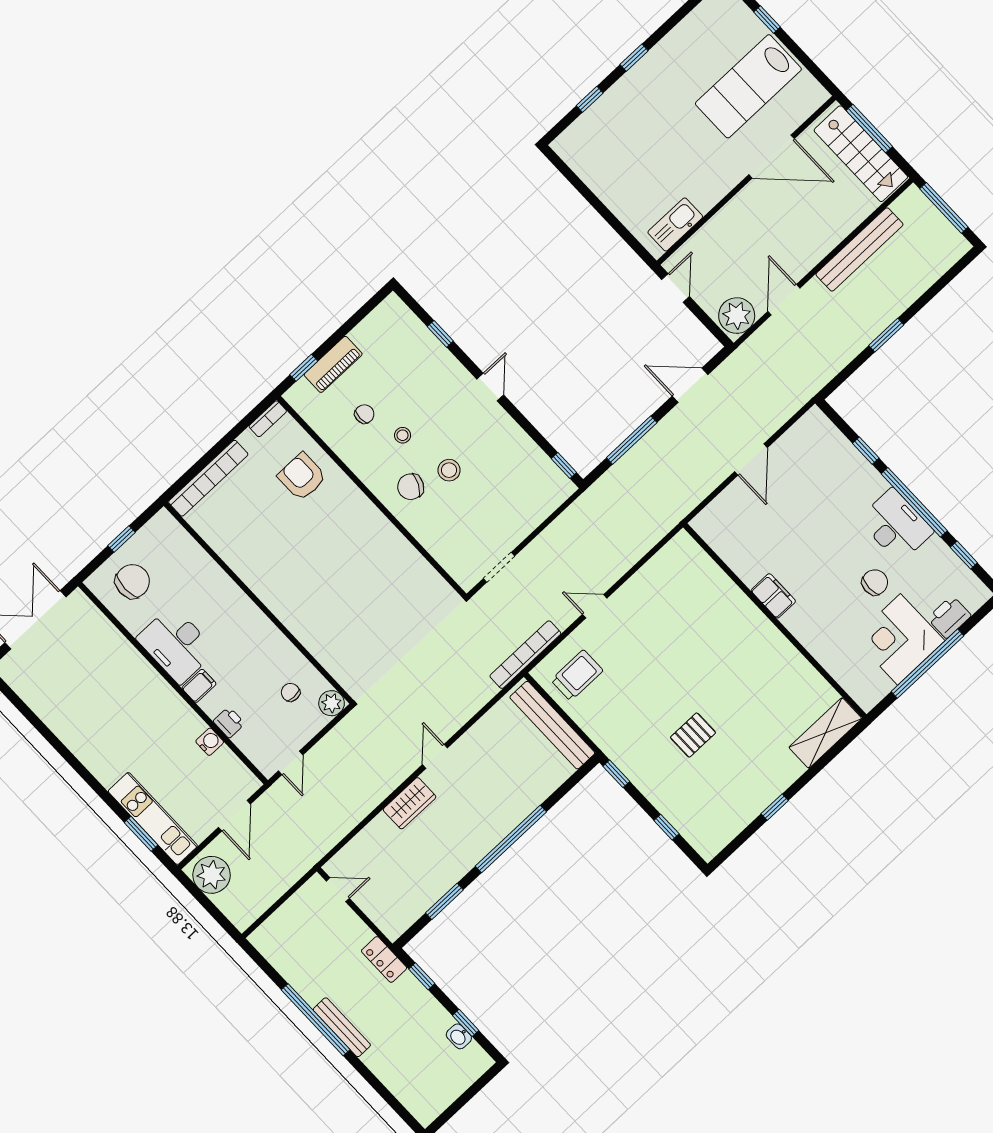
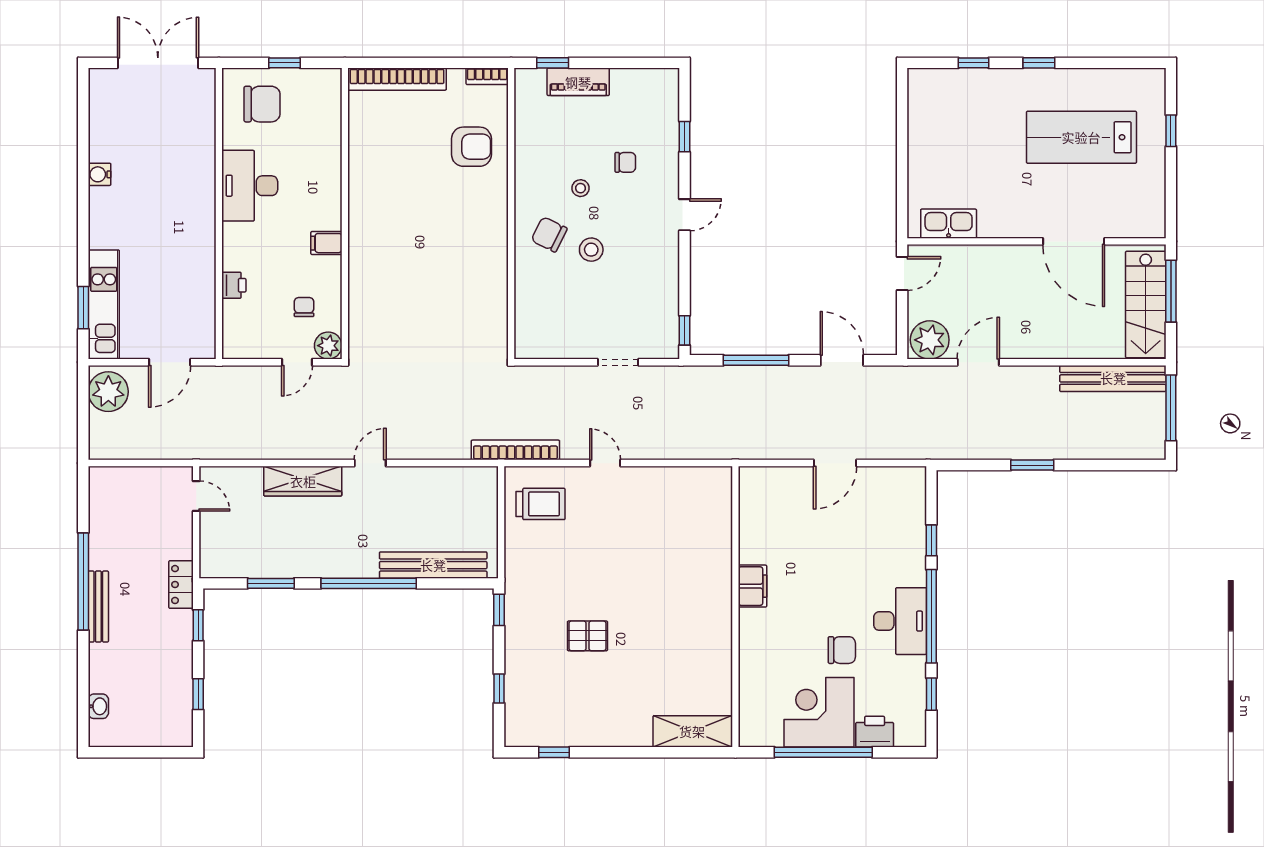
lab bench: (748, 86) -> (1081, 137), moved
bench: (859, 249) -> (1113, 378), moved
chair: (364, 414) -> (625, 162), moved
armchair: (302, 477) -> (471, 147), turned 90
doorway: (499, 567) -> (618, 362), moved
filing cabinet: (199, 686) -> (326, 243), moved, turned 180
bench: (552, 725) -> (433, 565), moved, turned 90
water cooler: (210, 742) -> (100, 174), moved, turned 180
door: (291, 763) -> (297, 362), moved
wardrobe: (410, 803) -> (303, 481), width x1.50
window: (775, 807) -> (554, 752), moved
washbasin: (459, 1036) -> (98, 706), moved, turned 180

